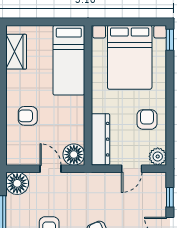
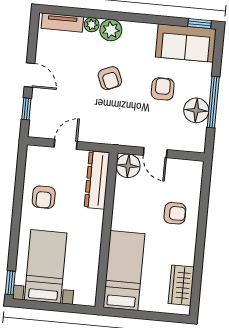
bed with nightstands: (130, 57) -> (46, 267), width x0.73
plant: (158, 156) -> (36, 155), removed
floor lamp: (17, 183) -> (196, 110), moved

